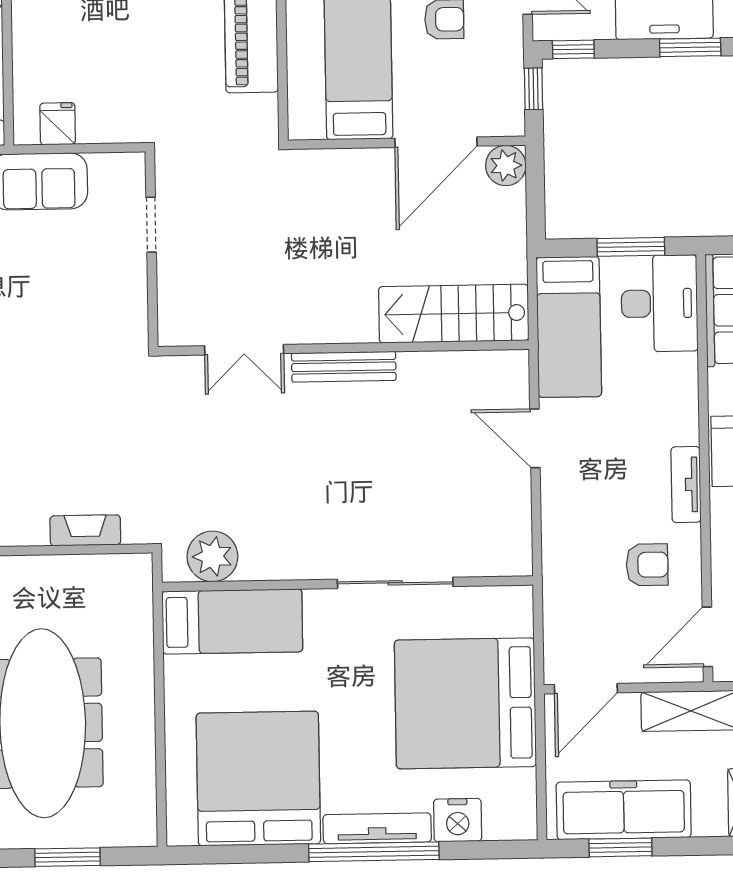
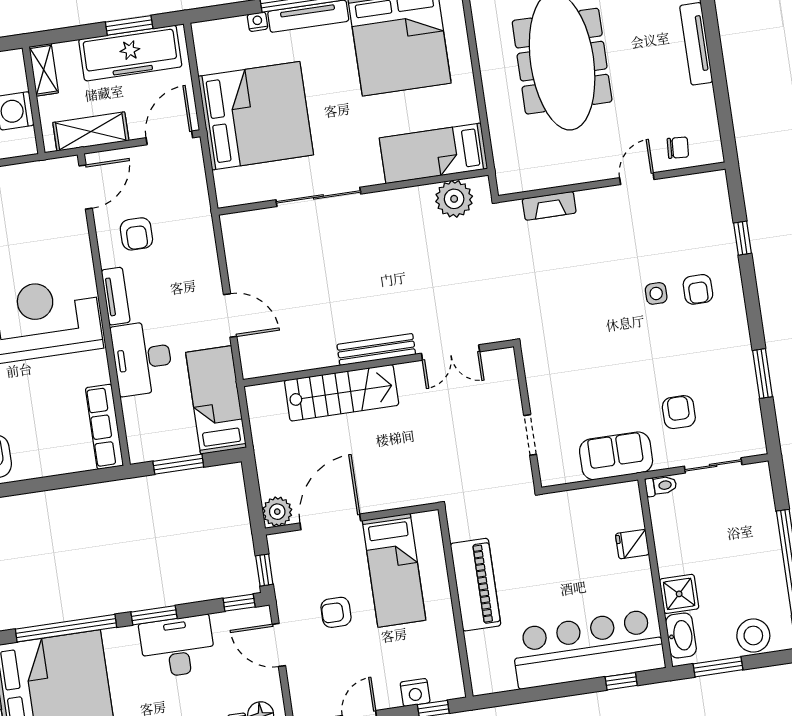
fridge: (58, 124) -> (632, 544), moved, turned 90
desk: (659, 303) -> (142, 358), moved
stairs: (454, 314) -> (342, 393), moved
double door: (244, 350) -> (451, 353), swing flipped
armchair: (647, 565) -> (136, 234), turned -90
nightstand: (458, 820) -> (258, 22), width x0.53, depth x0.56

